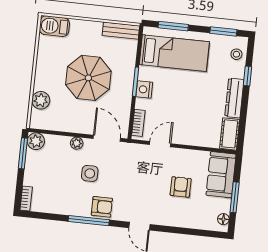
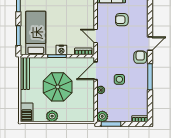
bench: (121, 31) -> (25, 73), width x1.36
plant: (41, 100) -> (52, 116), moved
armchair: (102, 207) -> (140, 57), moved

